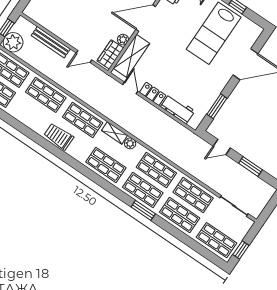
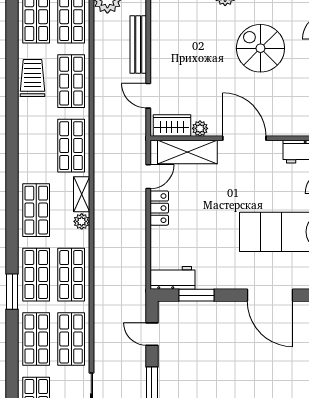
workbench: (178, 109) -> (173, 278), moved, turned -90
trolley: (59, 136) -> (33, 78), moved

